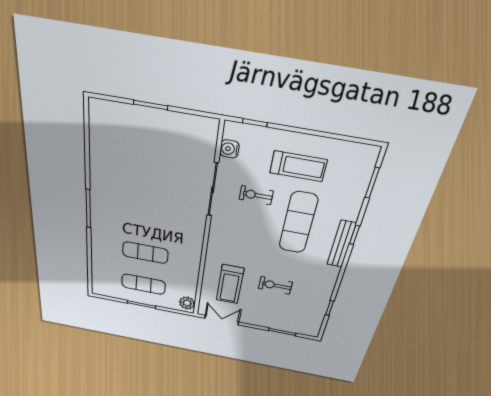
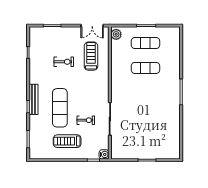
water cooler: (229, 149) -> (104, 154), moved

